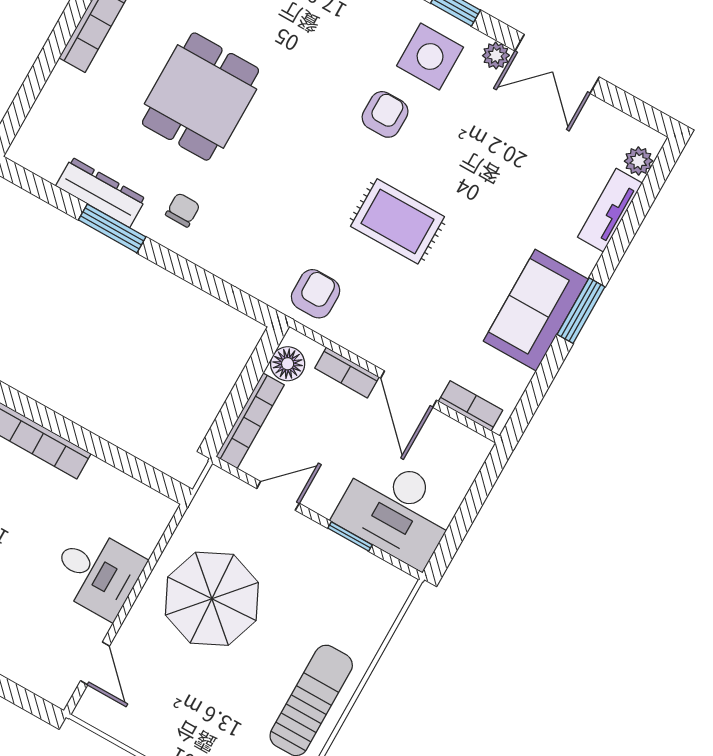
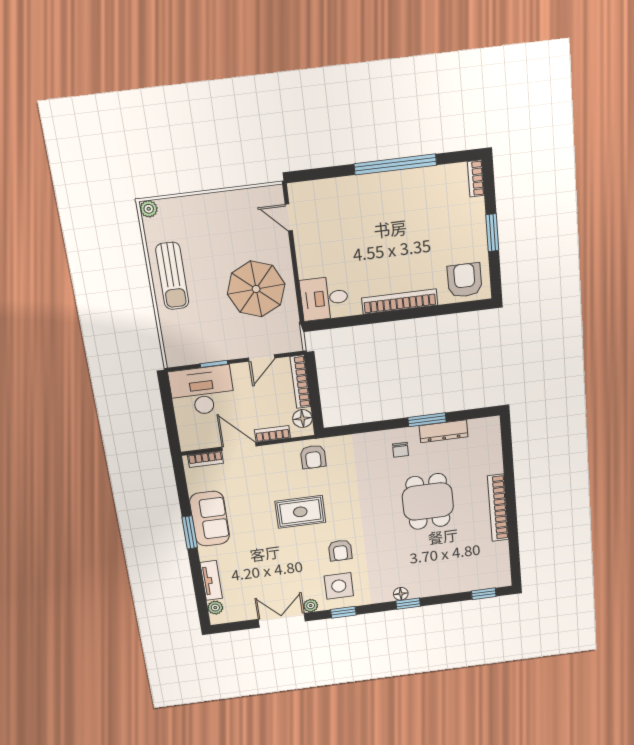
desk: (97, 573) -> (324, 298), moved

